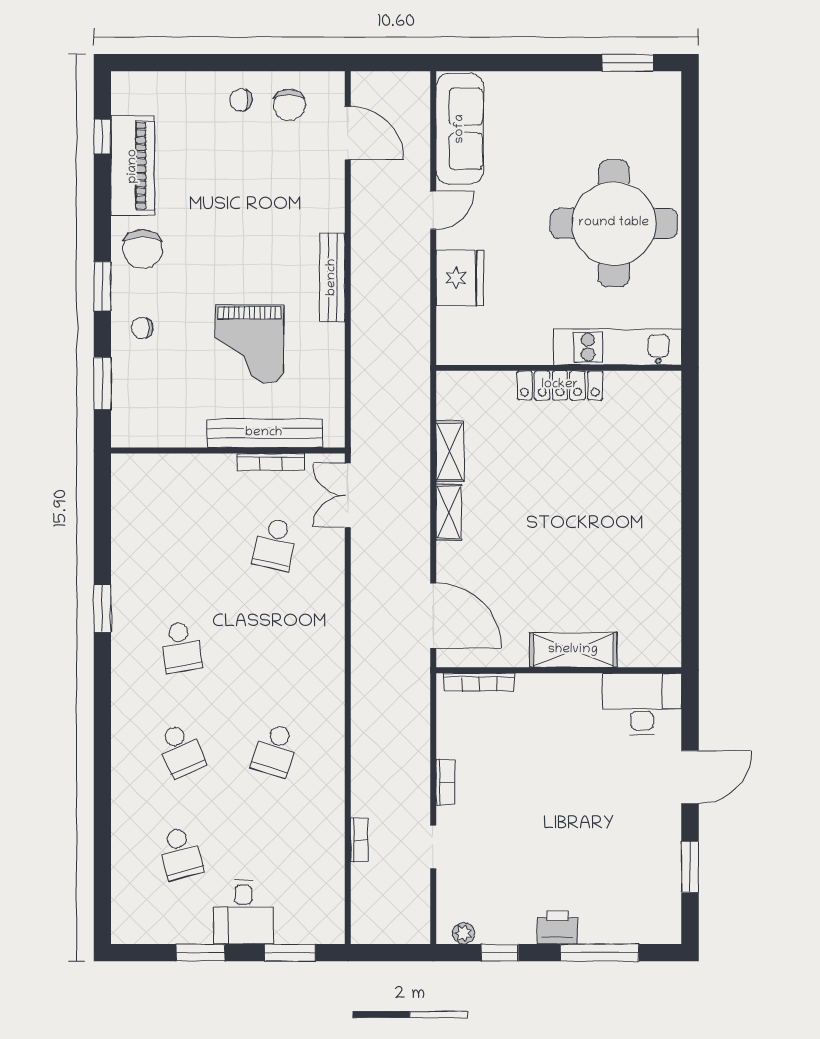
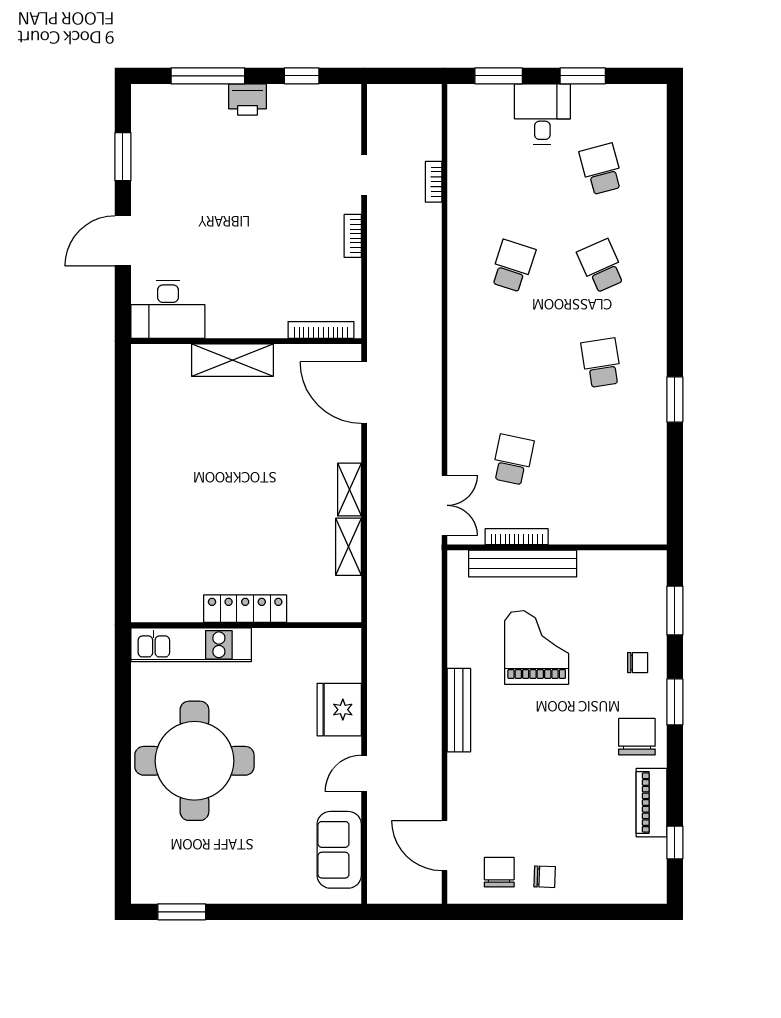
sofa: (460, 129) -> (339, 850), width x0.73
piano: (133, 166) -> (652, 803), width x0.73, depth x0.75
plant: (464, 933) -> (336, 94), removed

